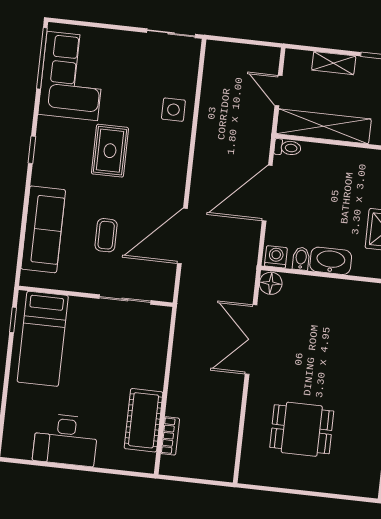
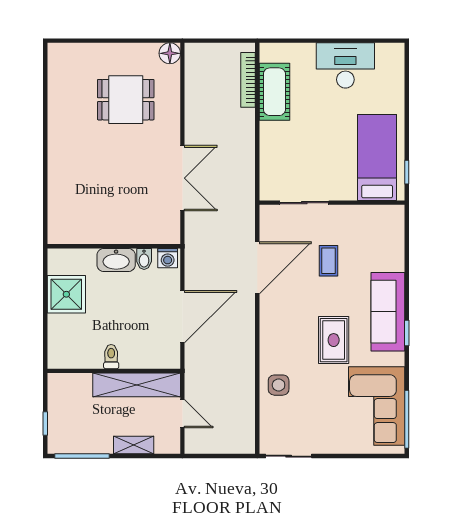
toilet: (288, 148) -> (111, 357), moved, turned 90
sofa: (43, 229) -> (388, 312), moved
floor lamp: (271, 283) -> (170, 53), moved
bookcase: (170, 436) -> (248, 80), width x1.56

